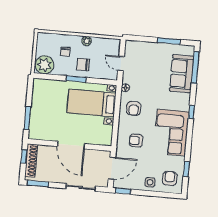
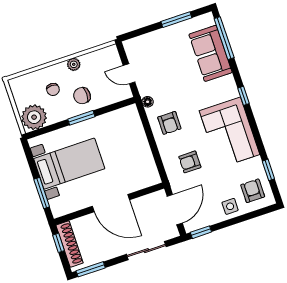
bed with nightstands: (92, 103) -> (69, 164), moved, turned 180

